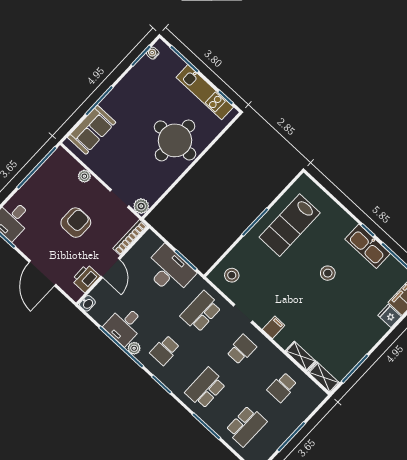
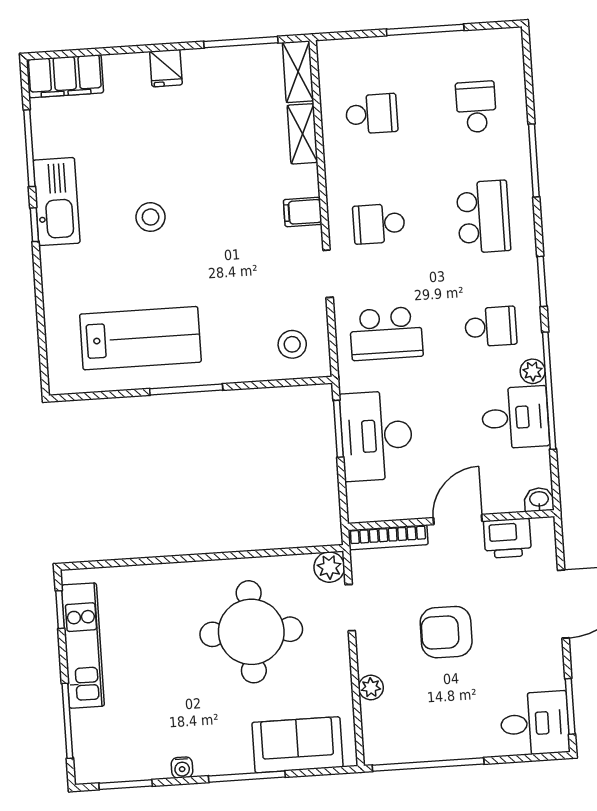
water cooler: (153, 53) -> (182, 767), moved
round table: (175, 140) -> (251, 632), moved
fridge: (390, 316) -> (166, 68), moved
school desk: (205, 388) -> (483, 217), turned -90
school desk: (246, 426) -> (476, 107), width x0.54

